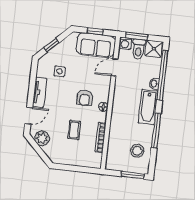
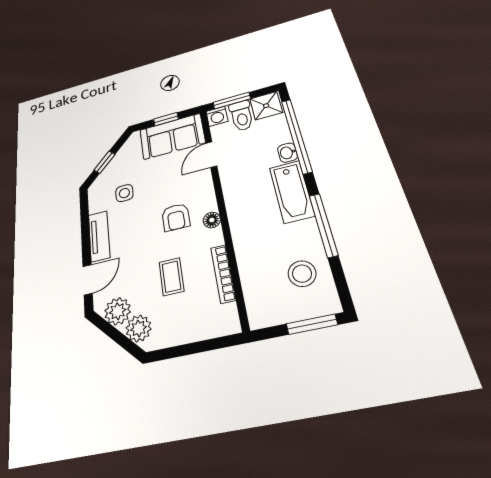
plant: (51, 151) -> (139, 328), added

